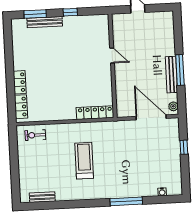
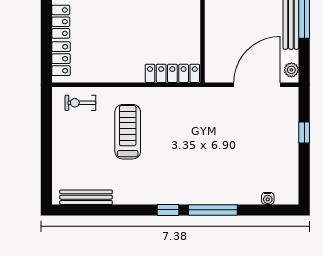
door: (151, 117) -> (257, 85), hinge flipped
treadmill: (84, 161) -> (128, 132), moved
bench: (42, 197) -> (86, 197), width x1.36
window: (97, 203) -> (168, 210), added

